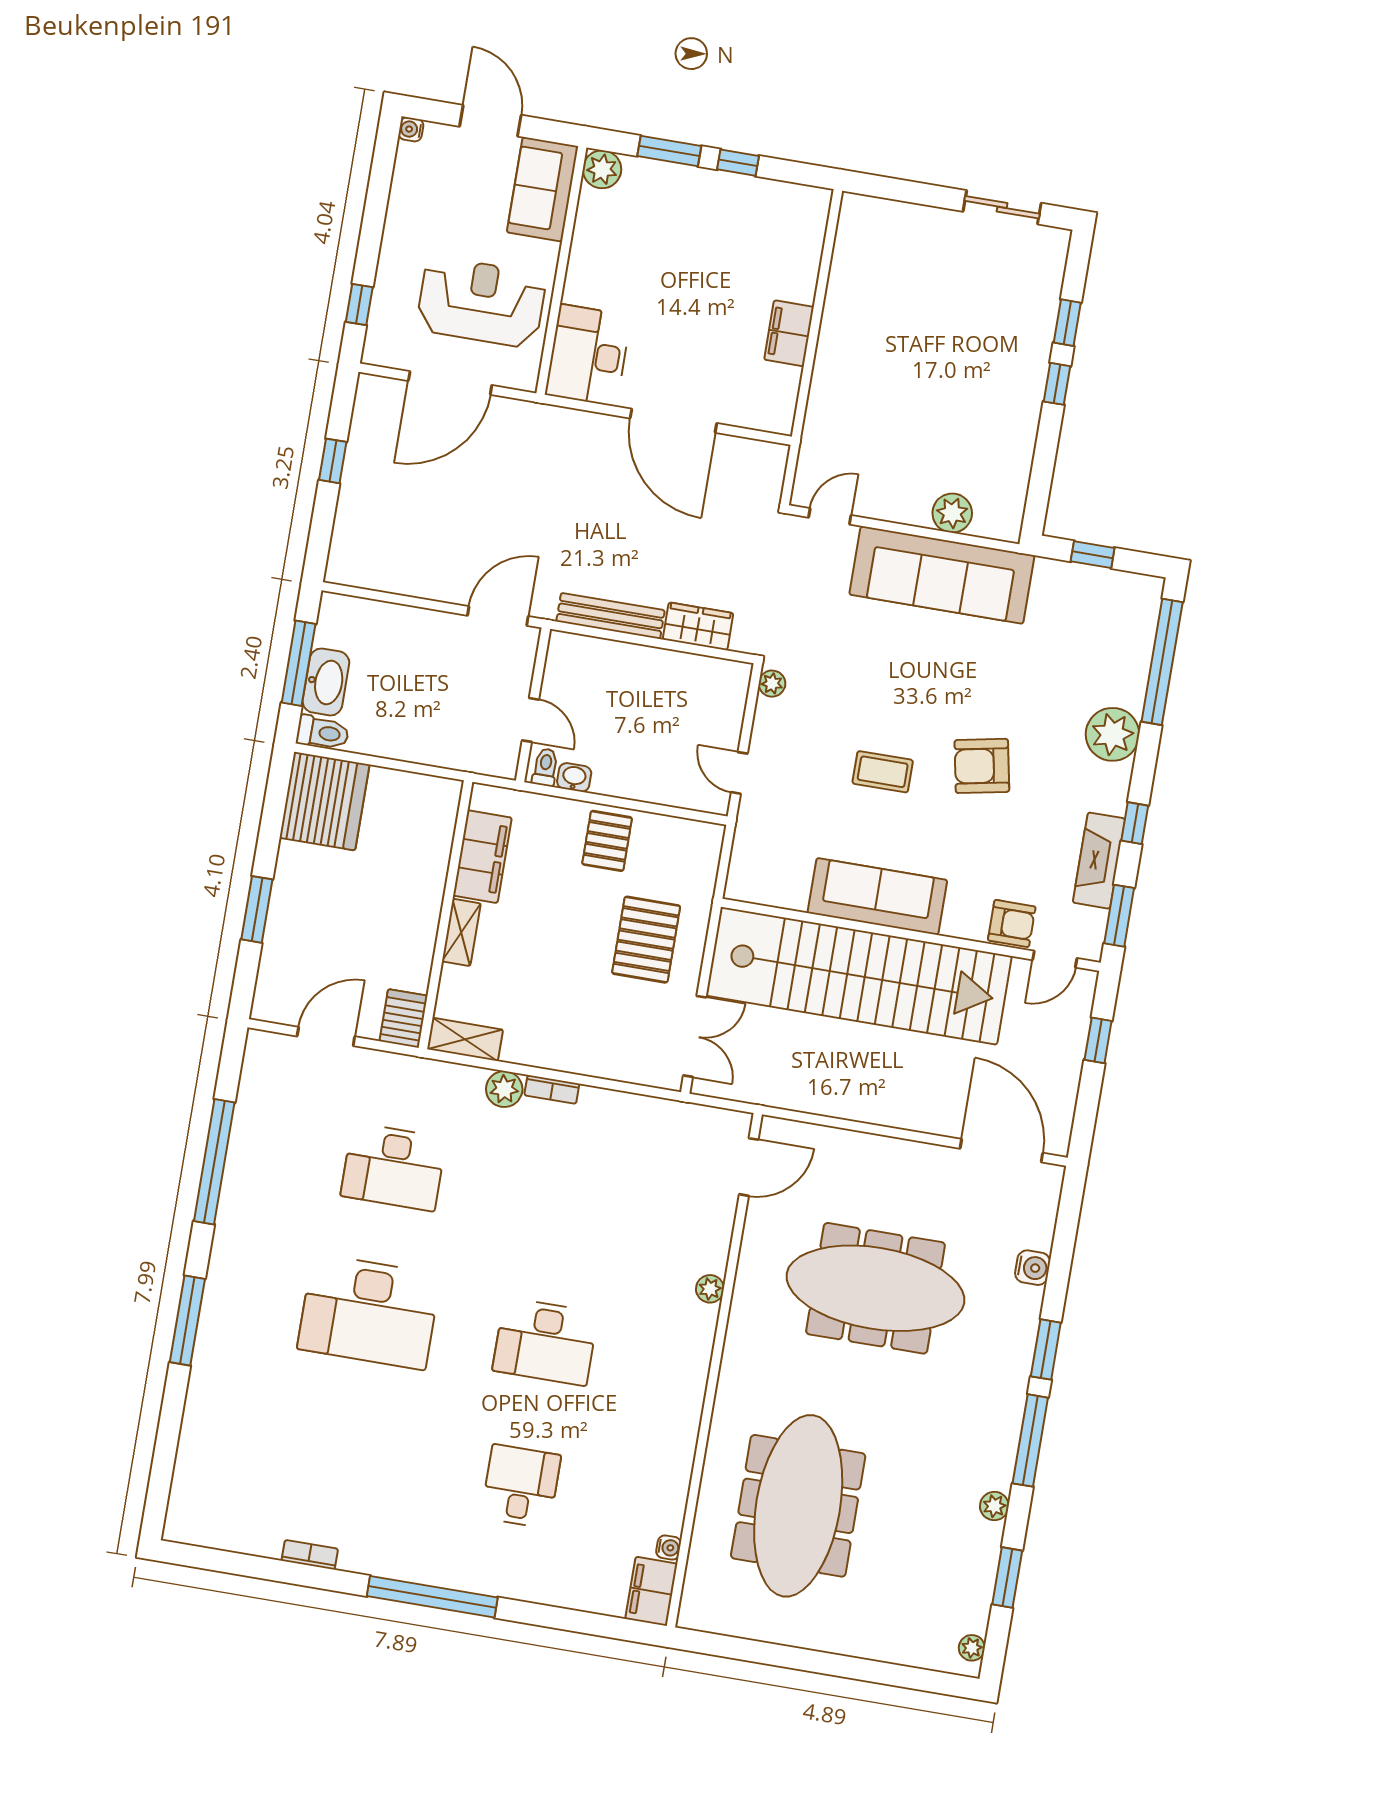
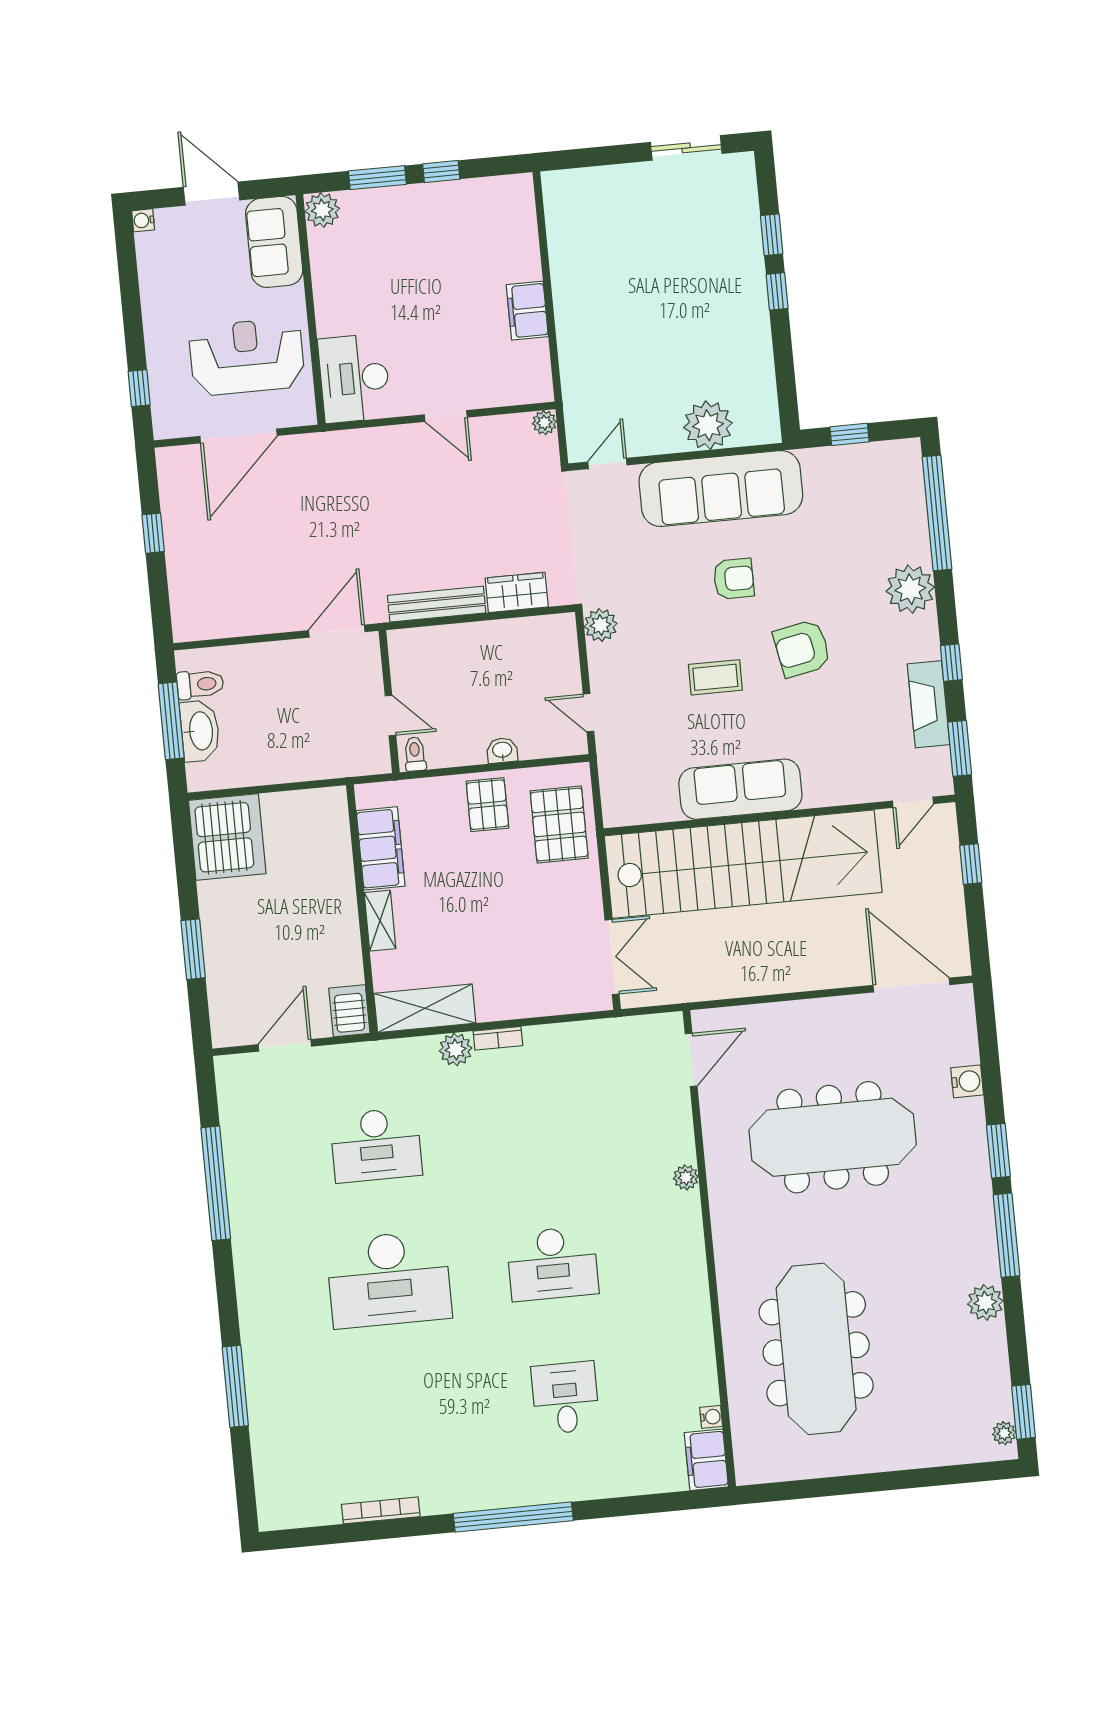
door: (673, 421) -> (446, 416), width x0.53
plant: (775, 456) -> (544, 423), added
plant: (952, 513) -> (708, 425), width x1.36, depth x1.36
plant: (772, 684) -> (601, 625), width x1.38, depth x1.38
toilet: (323, 733) -> (200, 684), moved
washbasin: (574, 777) -> (502, 750), moved
armchair: (1012, 923) -> (734, 579), moved
pallet: (646, 940) -> (559, 824), moved
shelving: (465, 1039) -> (425, 1008), width x1.50, depth x1.33
window: (187, 1320) -> (235, 1386), moved
plant: (994, 1506) -> (985, 1302), width x1.38, depth x1.38
bookcase: (310, 1555) -> (381, 1510), width x1.56
window: (1007, 1578) -> (1023, 1412), moved

